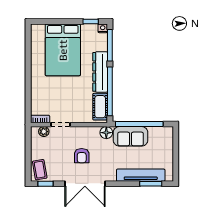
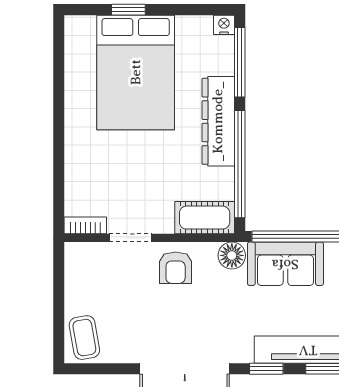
window: (91, 21) -> (128, 10), moved
cot: (100, 107) -> (205, 218), moved, turned 90
plant: (44, 132) -> (94, 253), removed
armchair: (82, 156) -> (176, 268), moved
window: (45, 184) -> (266, 369), moved

